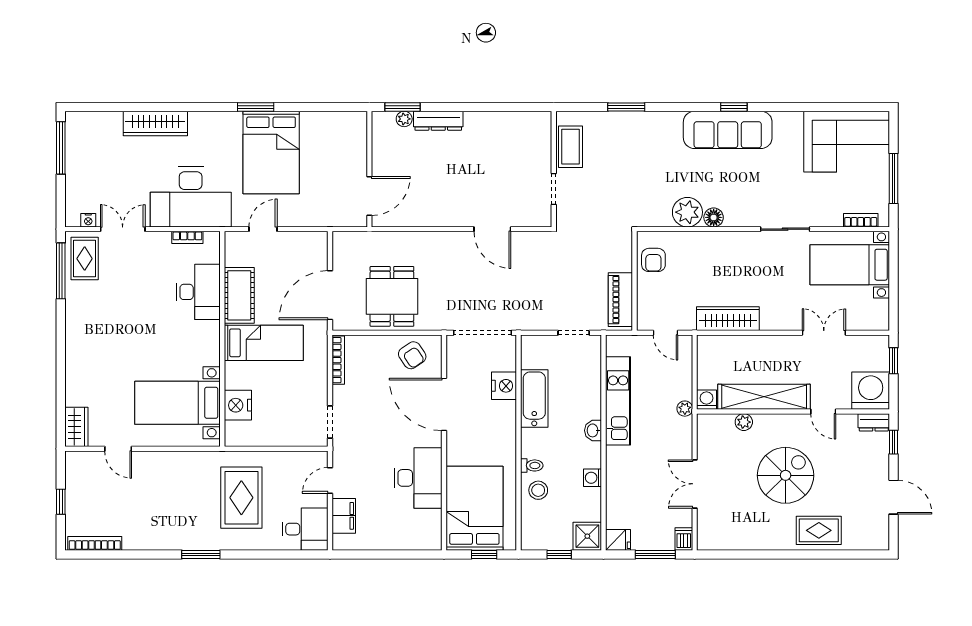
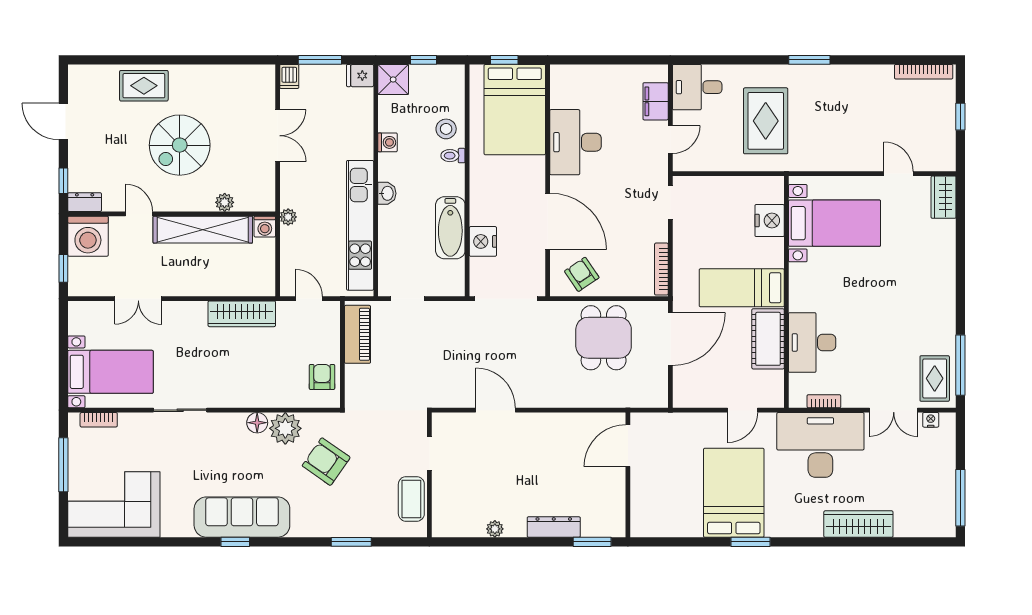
plant: (404, 119) -> (495, 529), moved
armchair: (650, 181) -> (326, 462), added
kitchen unit: (618, 401) -> (360, 225), width x1.36

